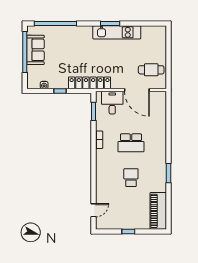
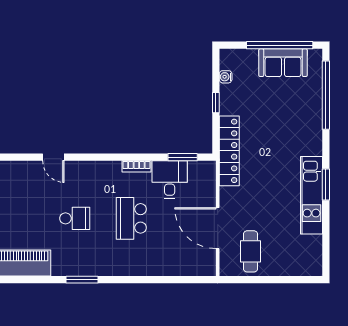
door: (137, 90) -> (218, 228), hinge flipped
desk: (112, 103) -> (170, 179), moved, turned -90
door: (93, 210) -> (53, 157), moved

